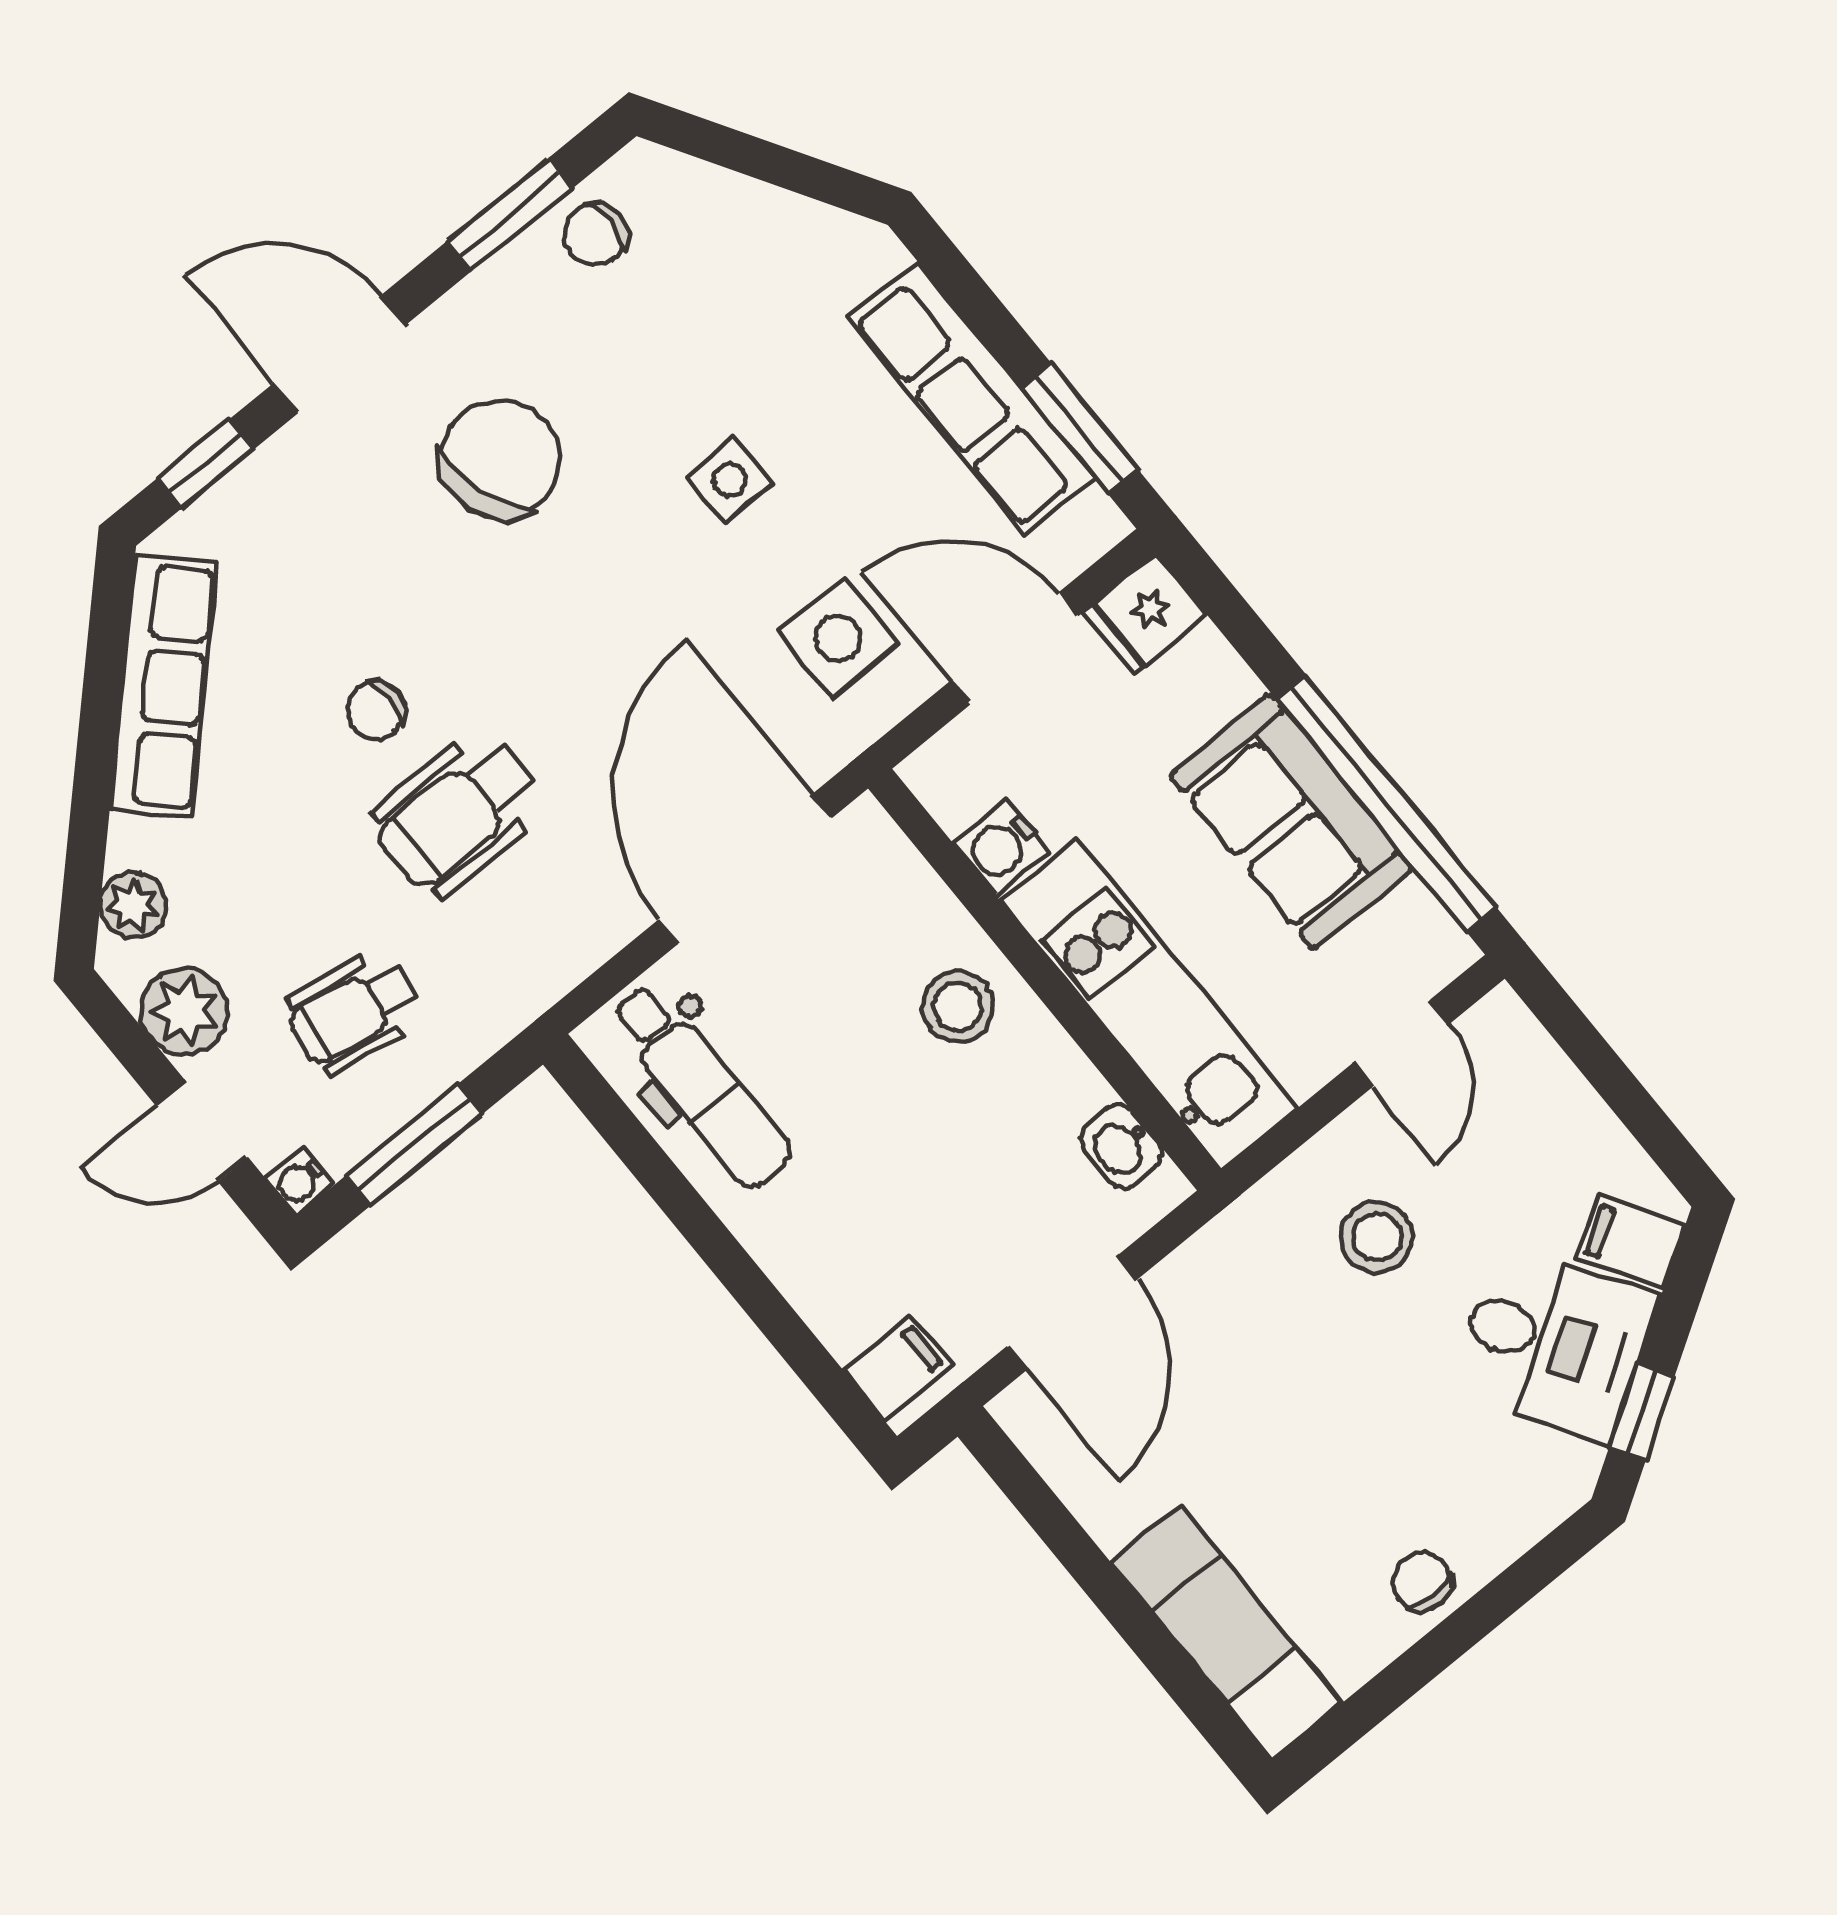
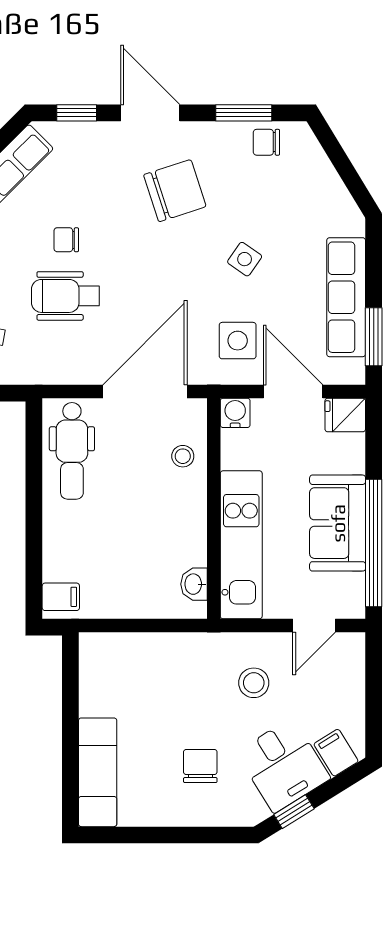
side table: (729, 480) -> (245, 259), turned 35
water cooler: (1001, 847) -> (235, 413), moved, turned 90
stool: (958, 1007) -> (183, 456), moved, width x0.73, depth x0.73
door: (1072, 1313) -> (133, 626), removed
chair: (1422, 1582) -> (200, 766), moved, width x1.37, depth x1.37

